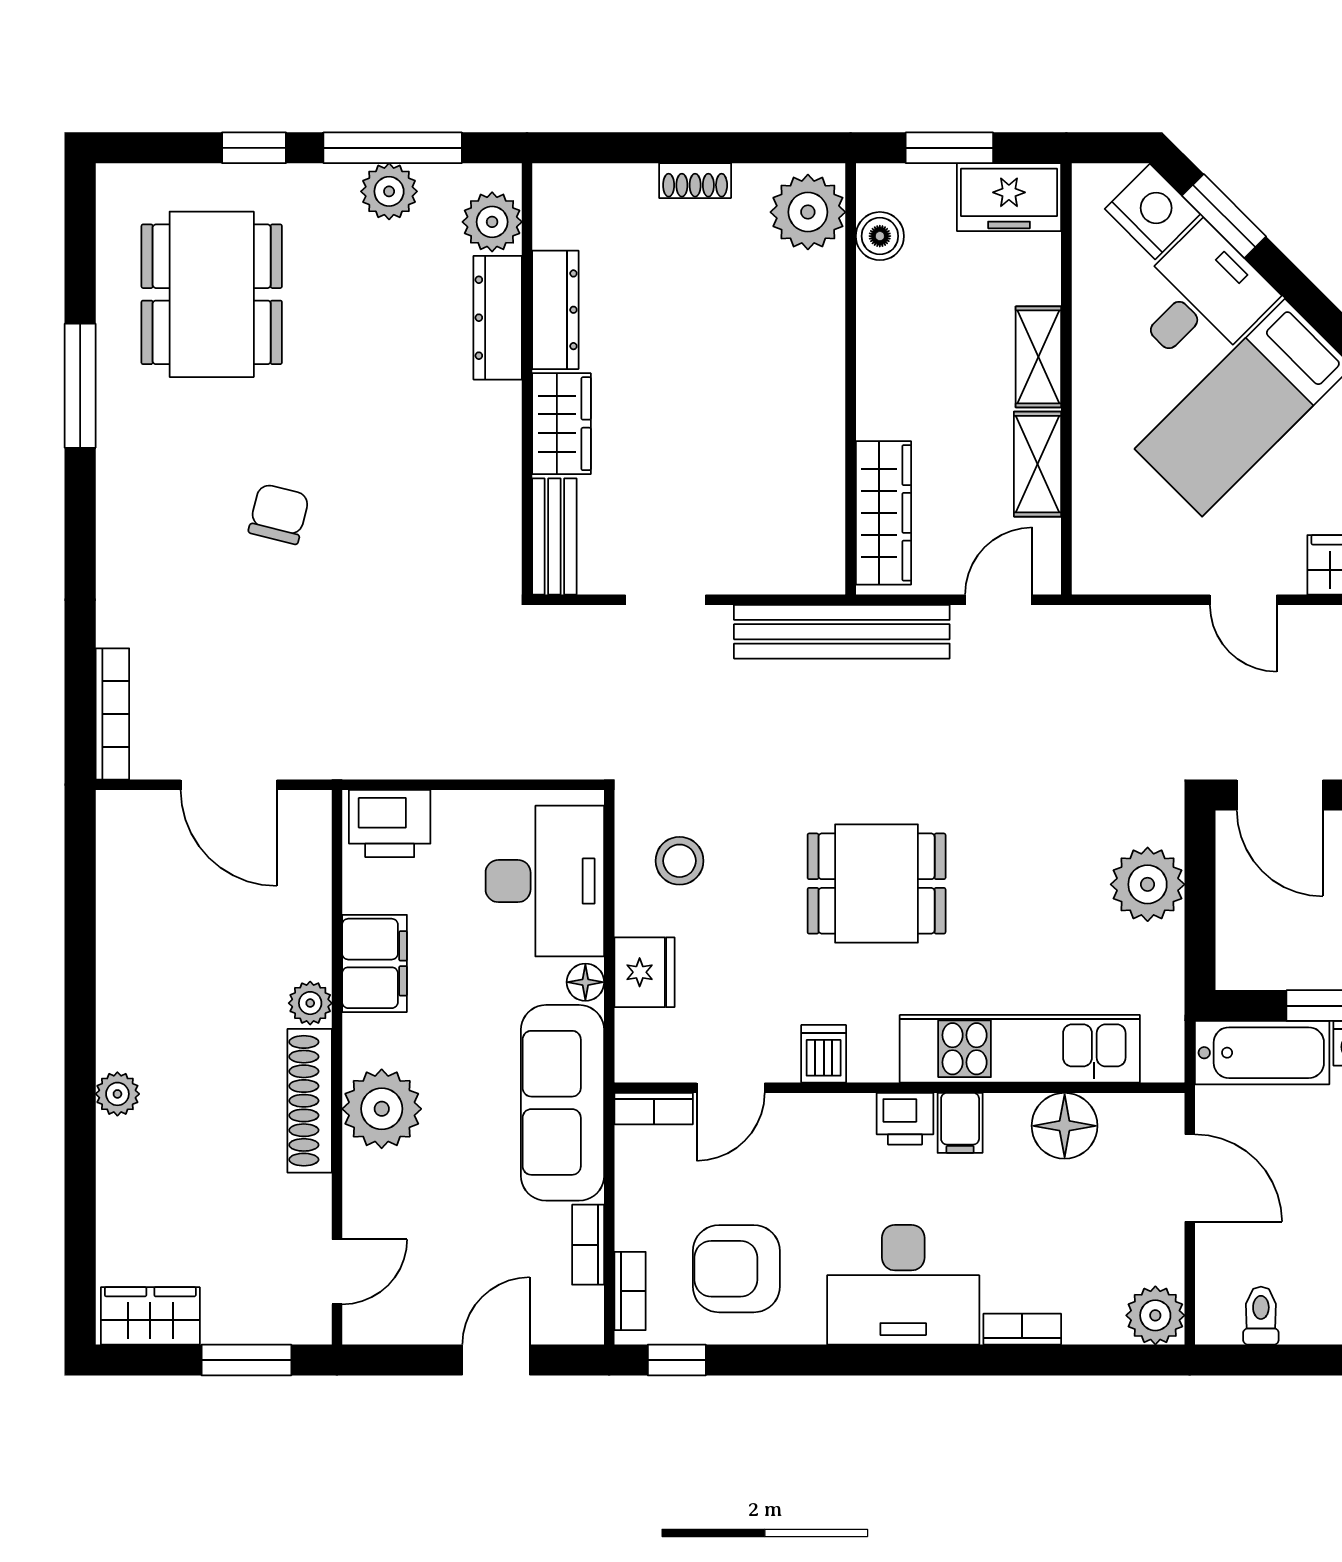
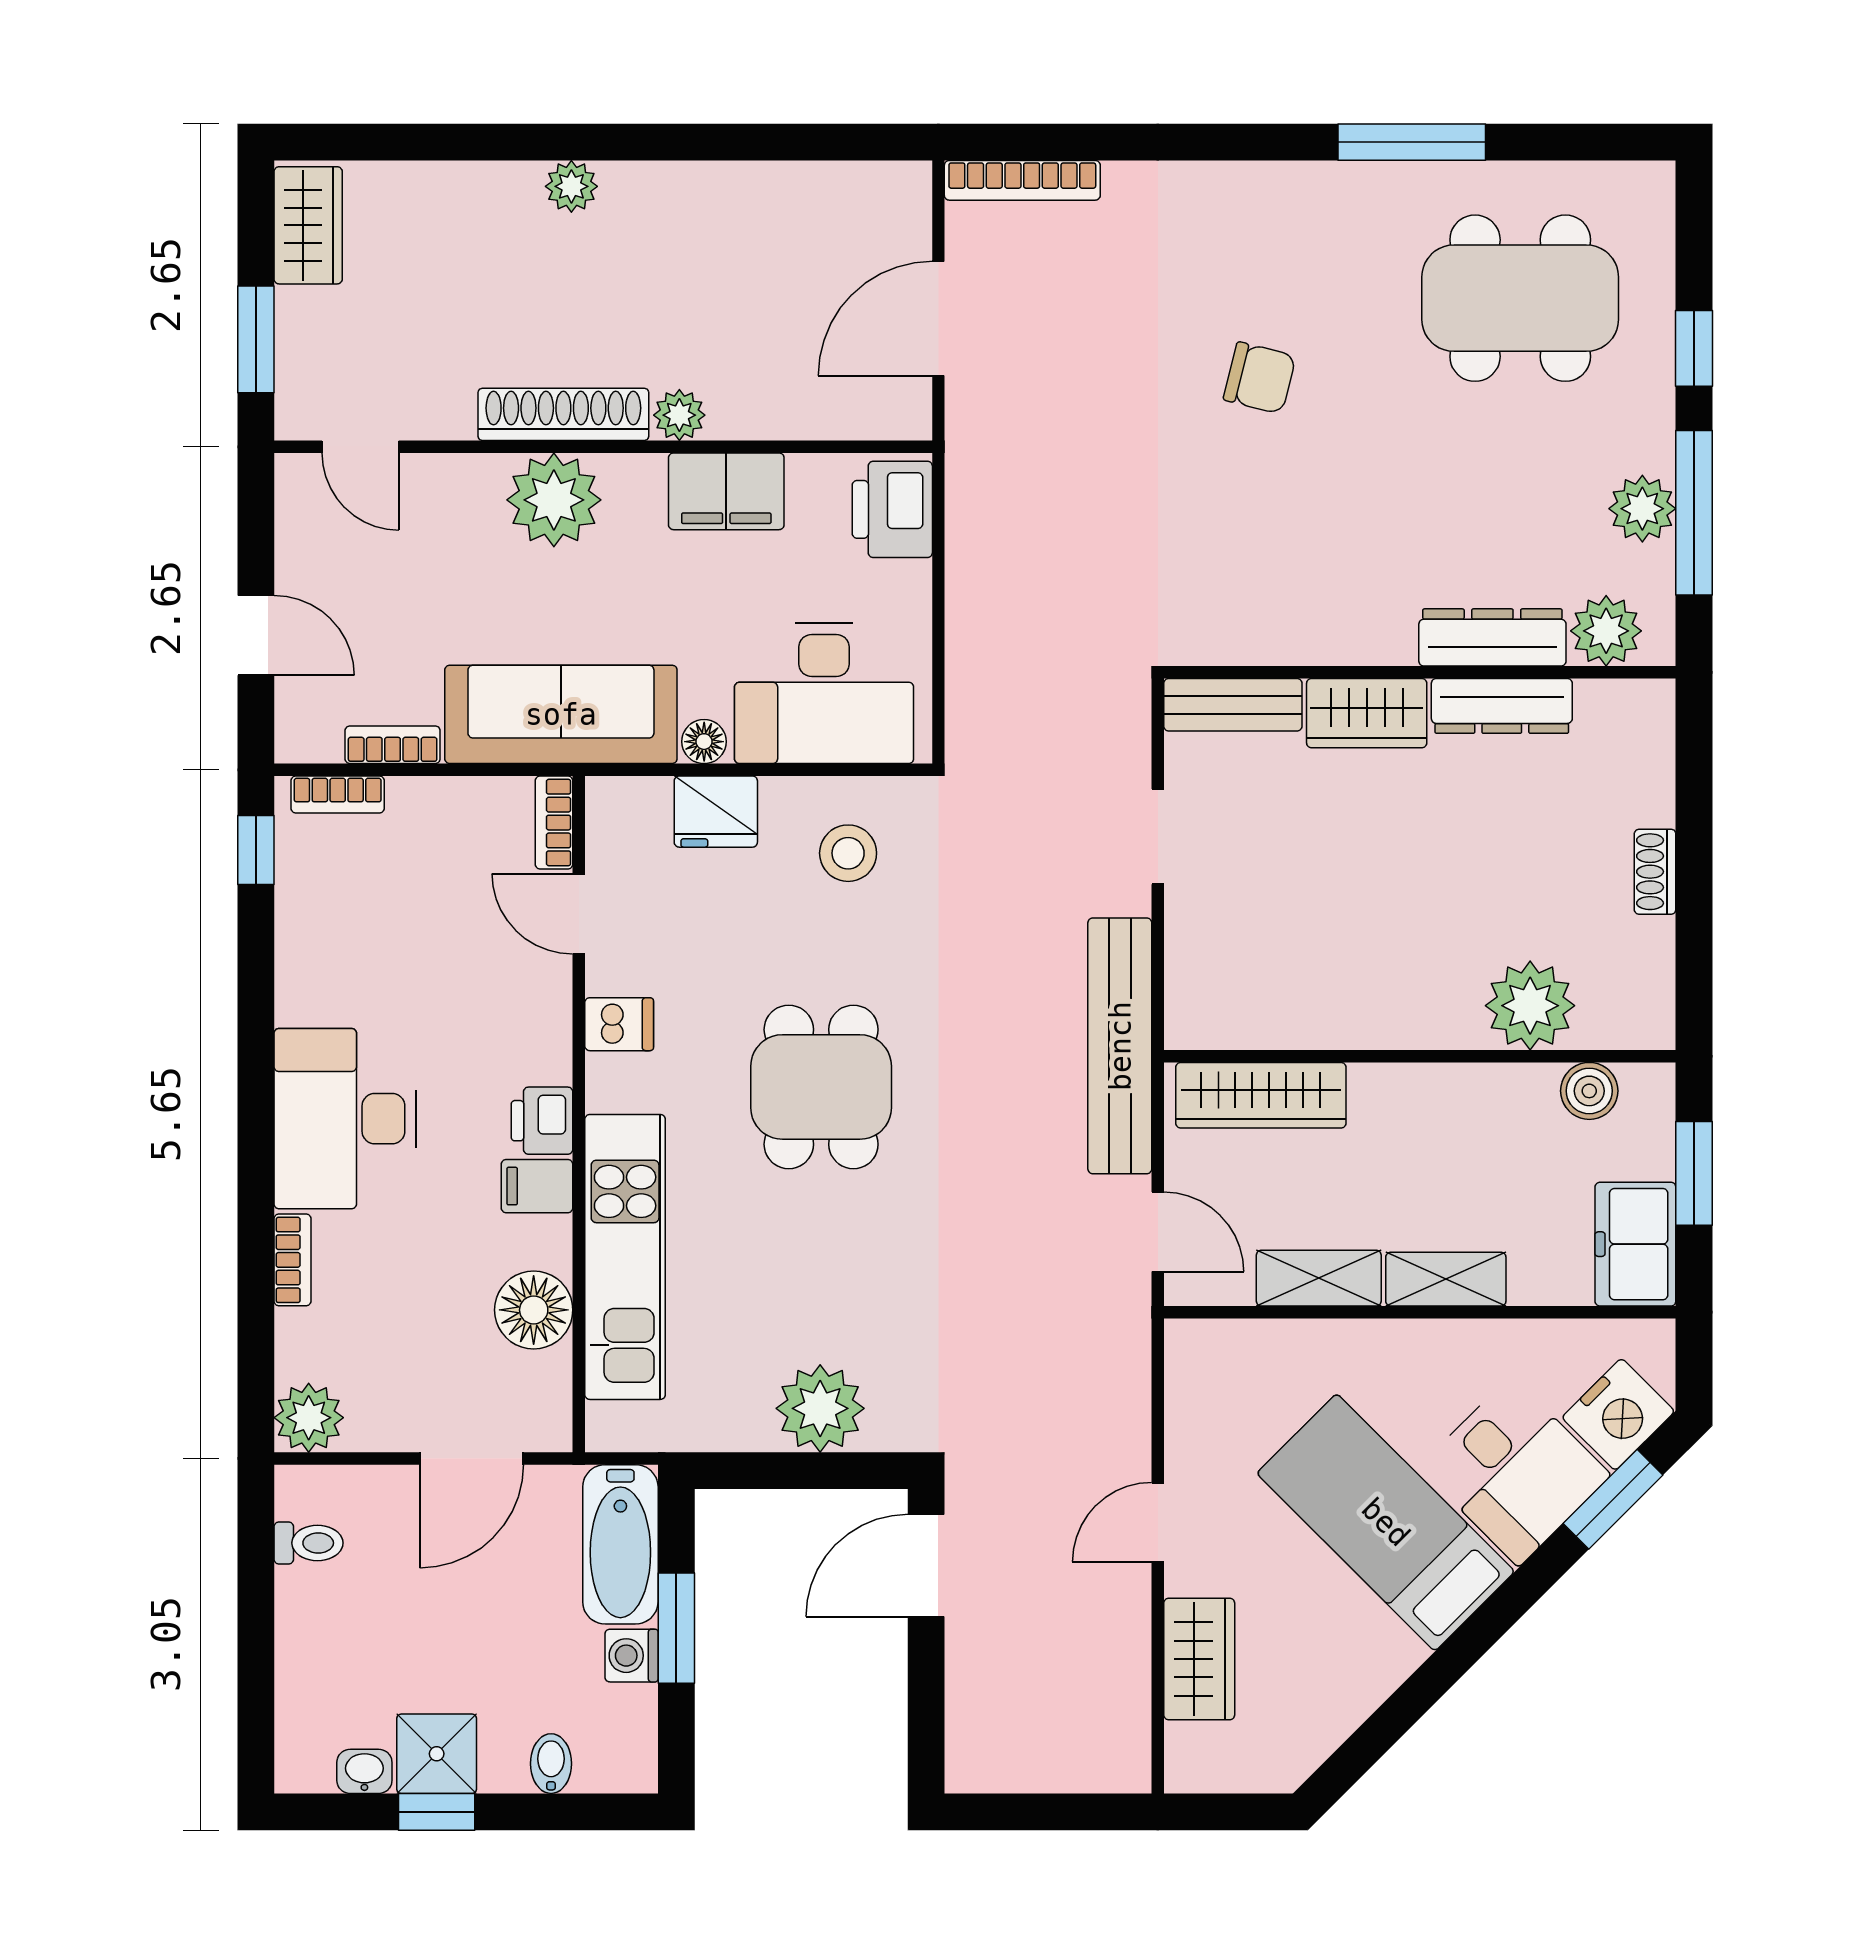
plant: (808, 212) -> (1530, 1006), moved
armchair: (736, 1269) -> (364, 921), removed

